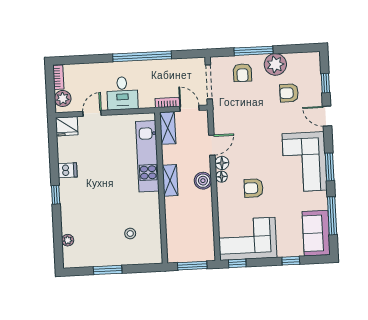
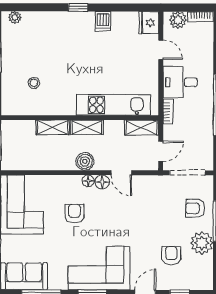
bookcase: (167, 103) -> (168, 112), moved
shelving: (172, 213) -> (53, 127), added
plant: (68, 240) -> (15, 17), moved

